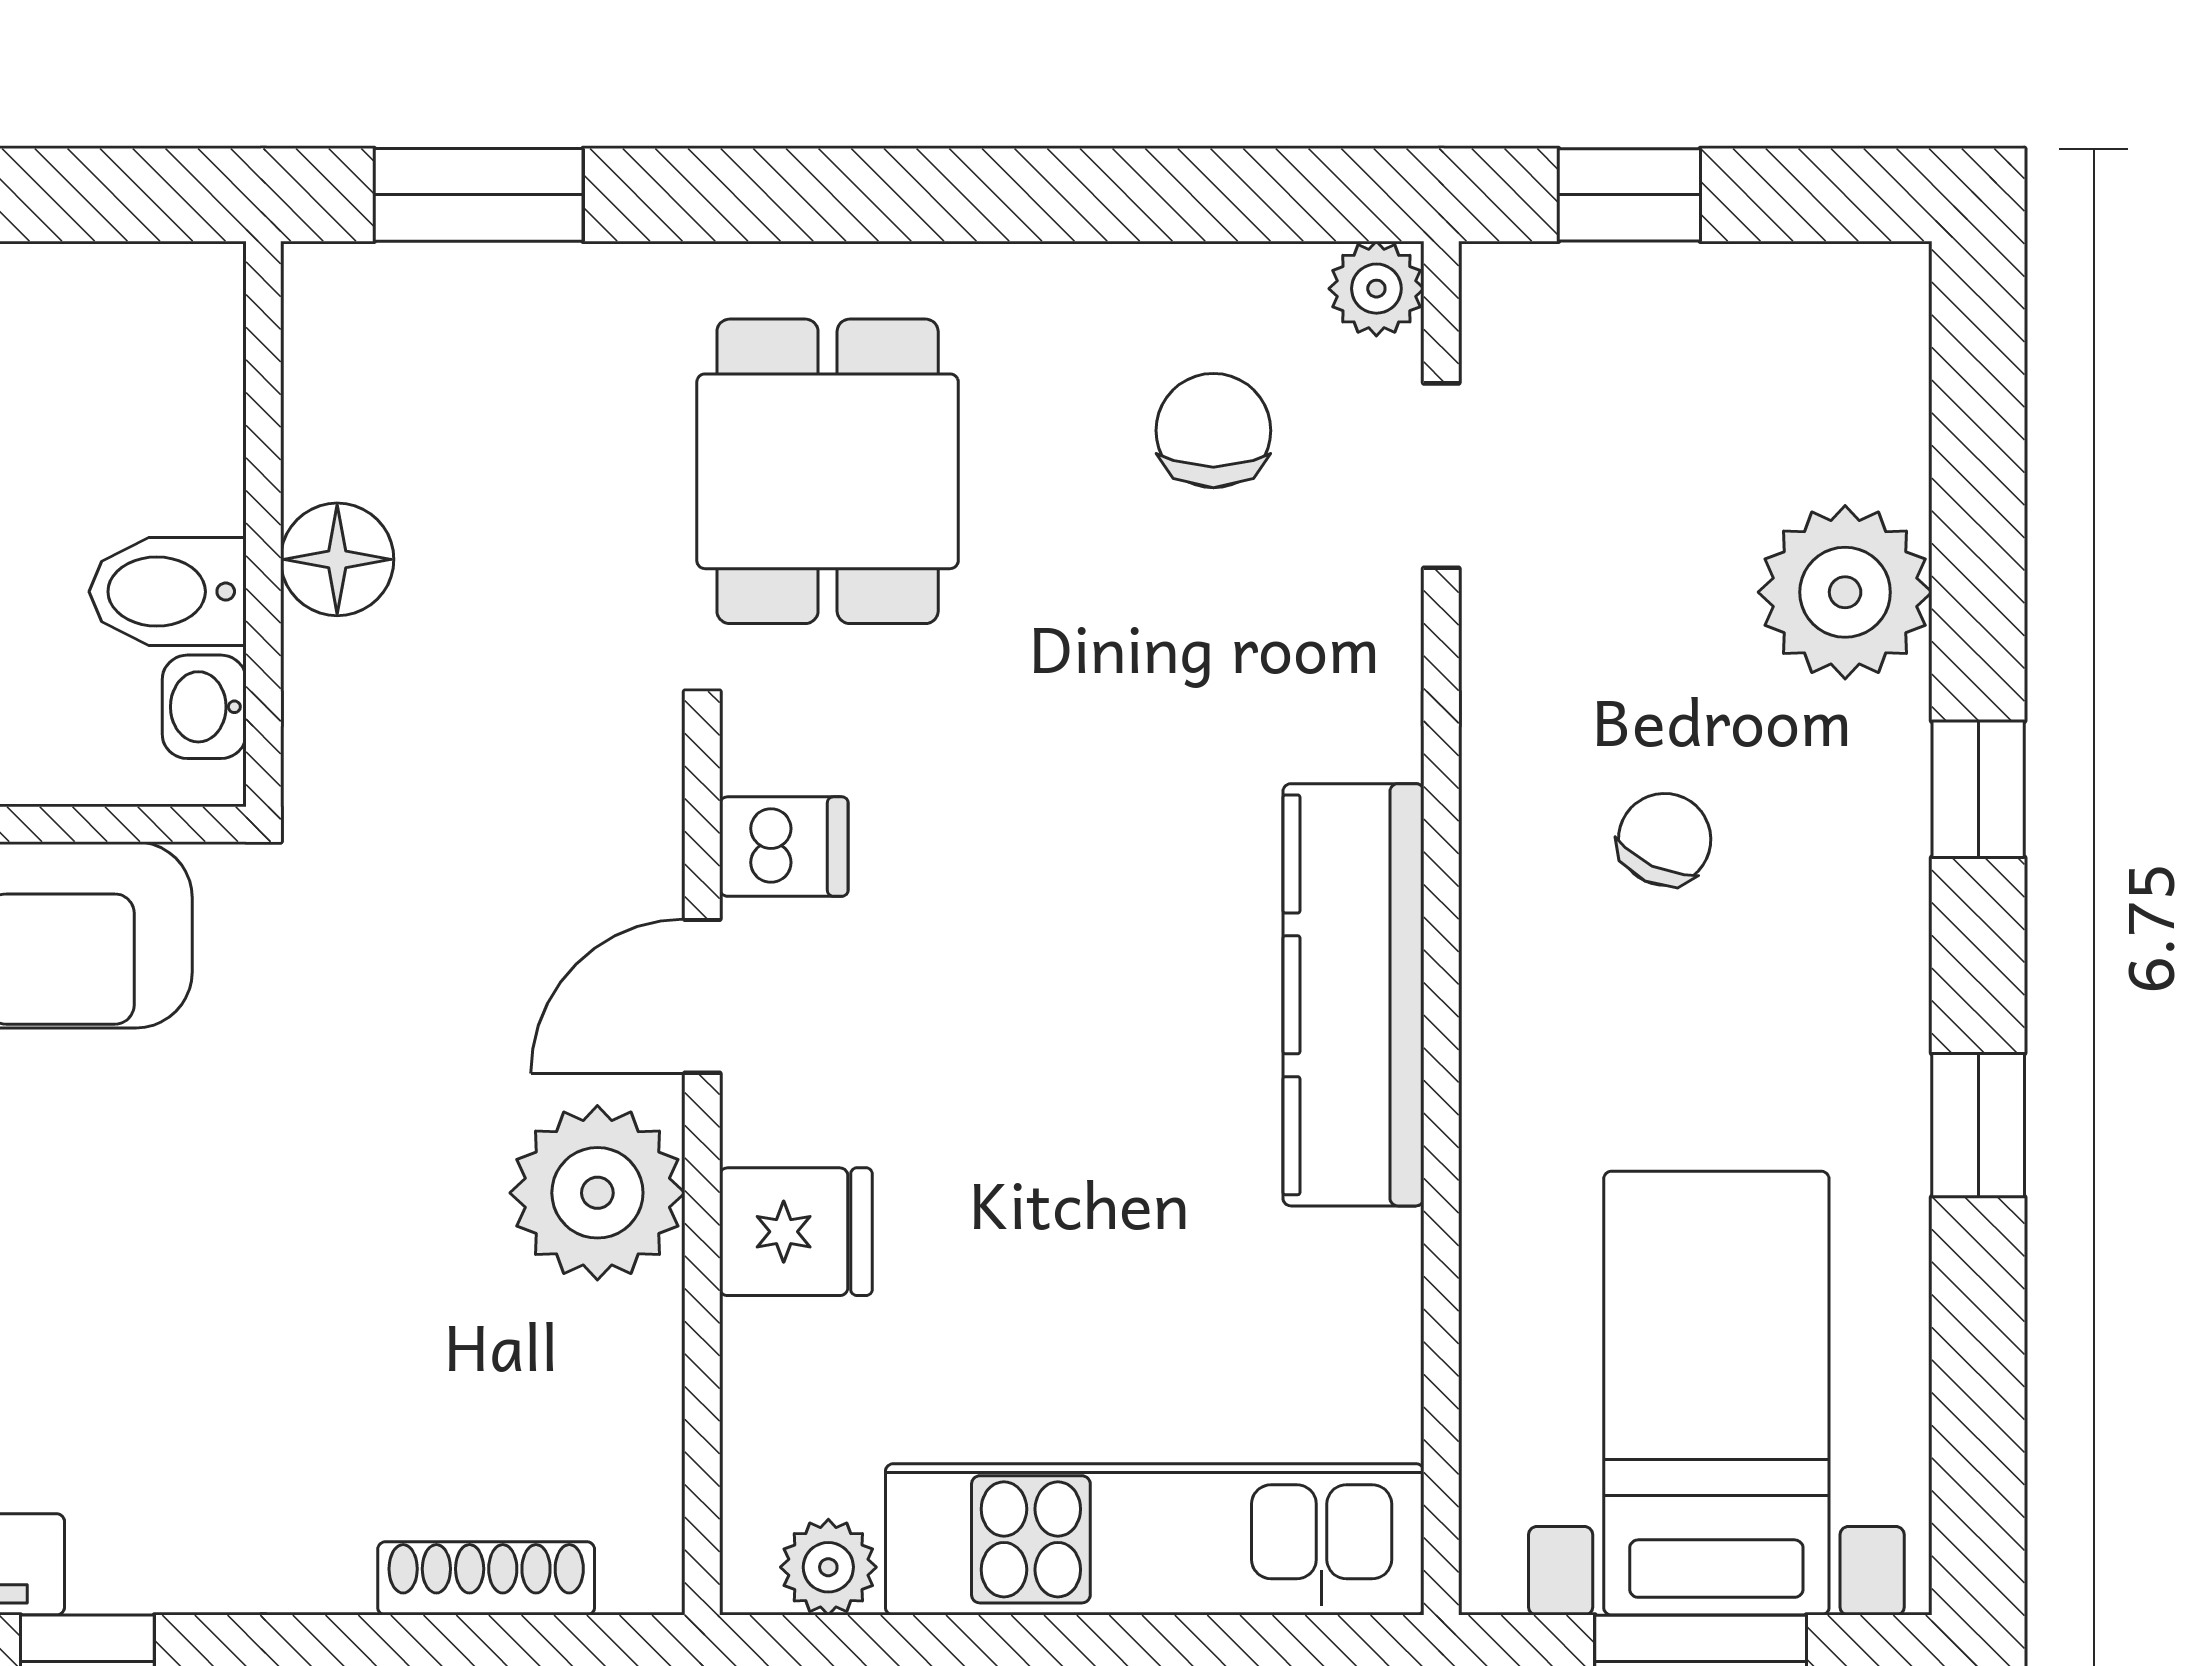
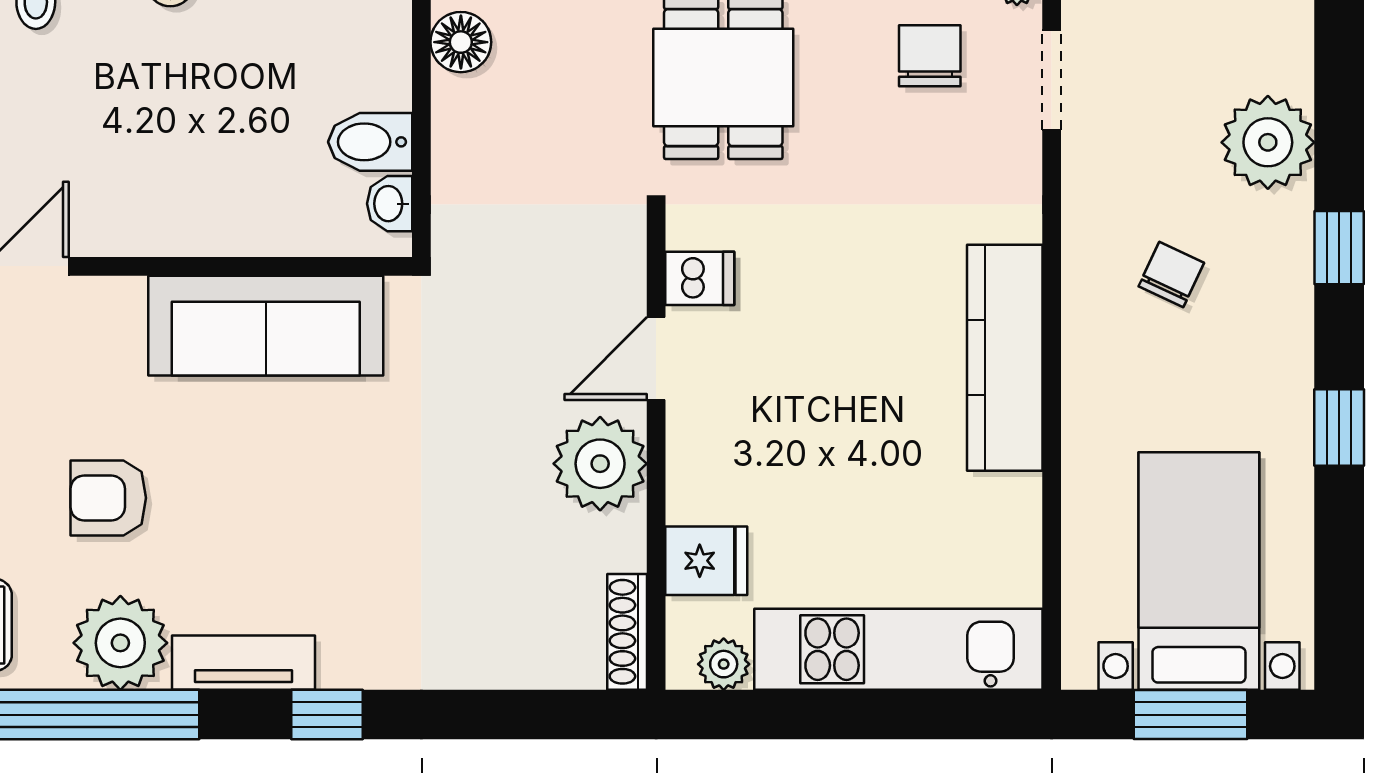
floor lamp: (337, 559) -> (461, 42), moved
fridge: (796, 1232) -> (706, 561), moved
shoe rack: (486, 1578) -> (627, 632), moved, turned -90

